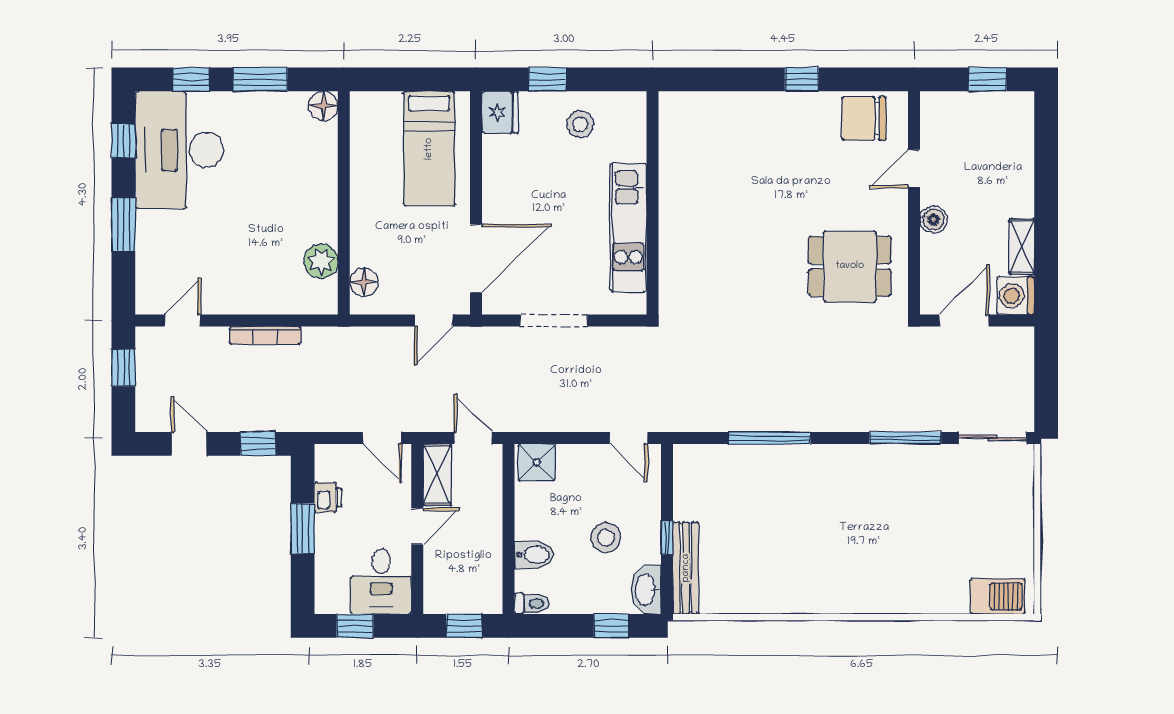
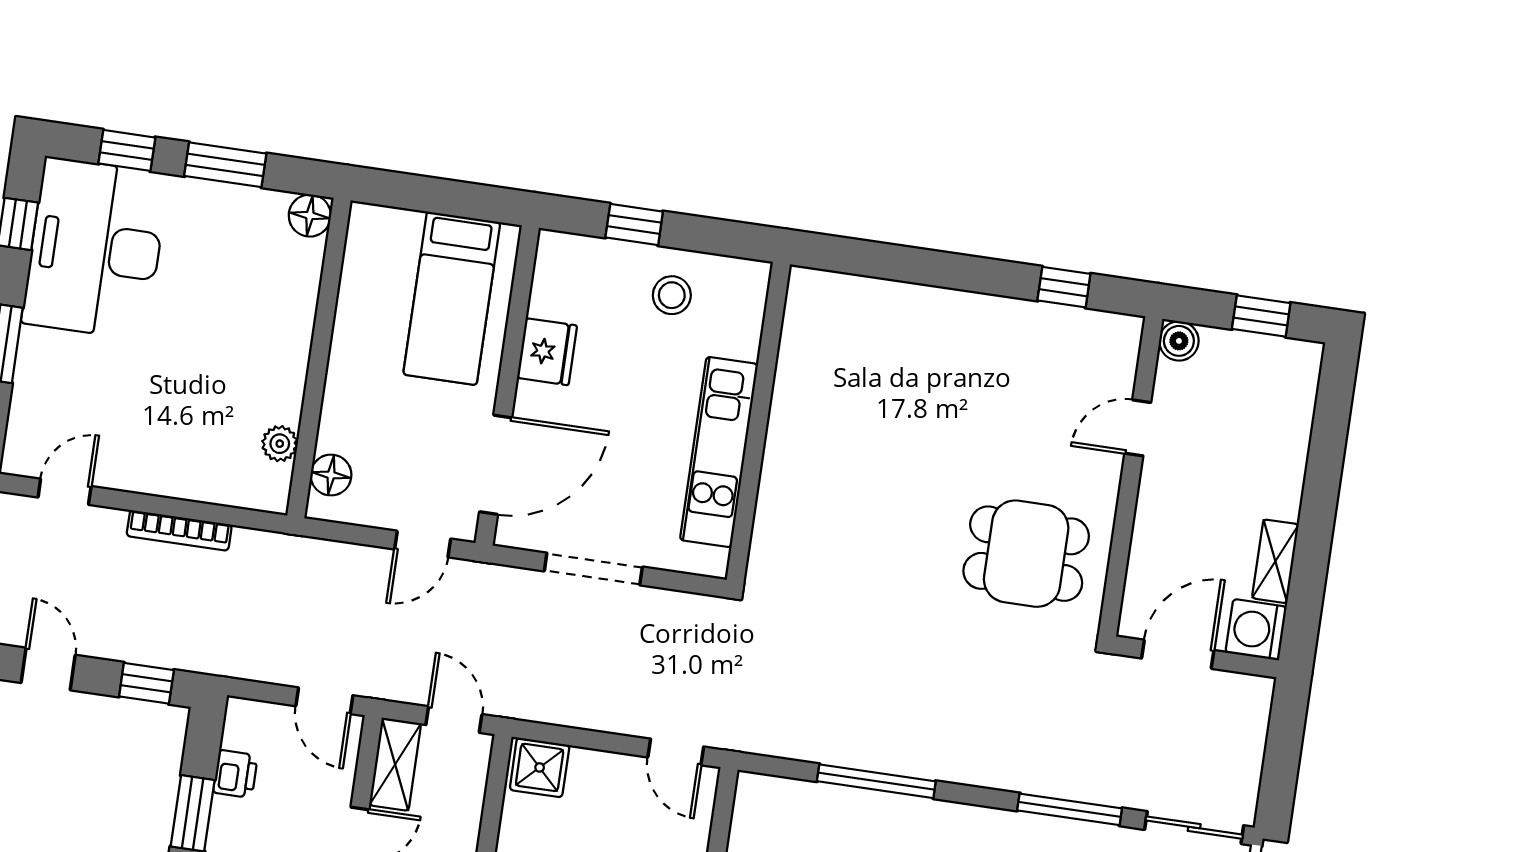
window: (802, 79) -> (1064, 287), moved
fridge: (500, 112) -> (547, 352), moved
chair: (864, 118) -> (1077, 346), removed
boiler: (933, 220) -> (1179, 341), moved
plant: (321, 261) -> (280, 444), width x0.73, depth x0.73

